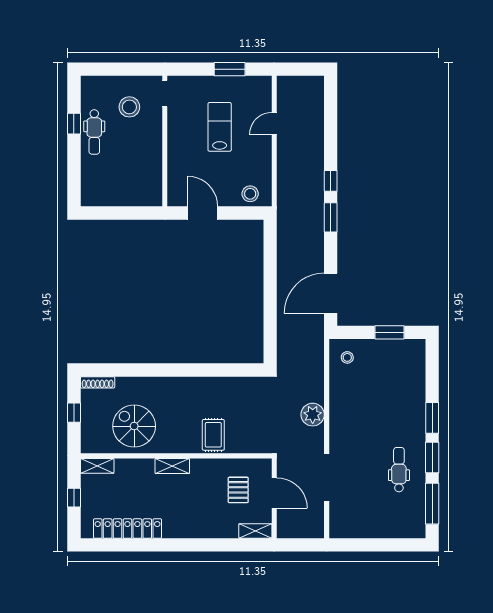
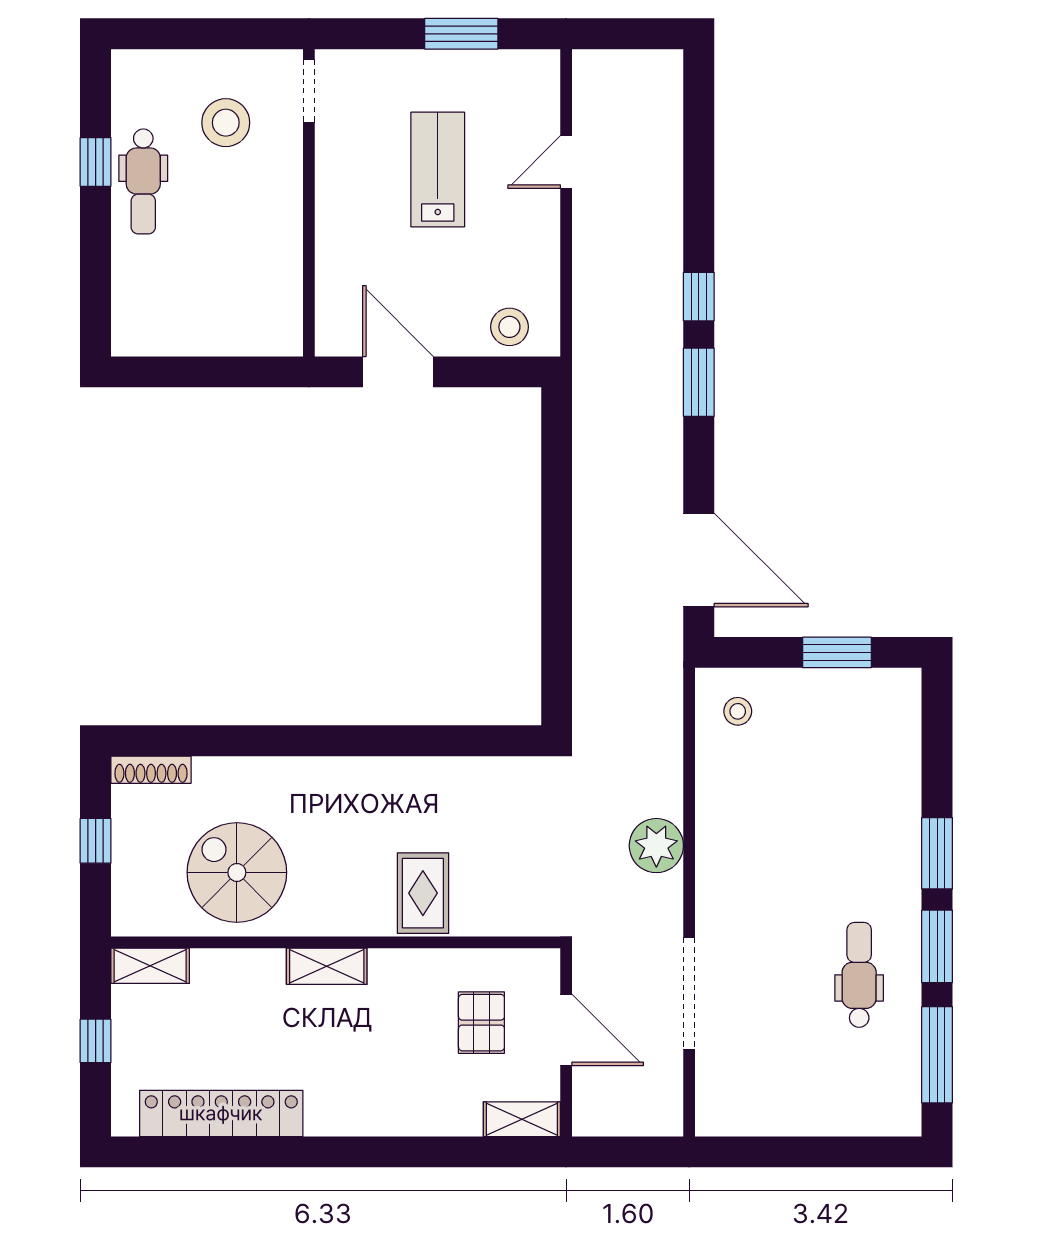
door: (331, 293) -> (699, 560), swing flipped

